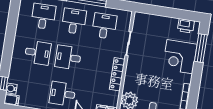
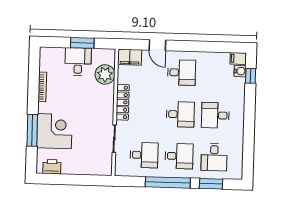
desk: (74, 21) -> (179, 156), turned -90
desk: (104, 26) -> (144, 155), turned -90
window: (201, 48) -> (32, 130), moved

